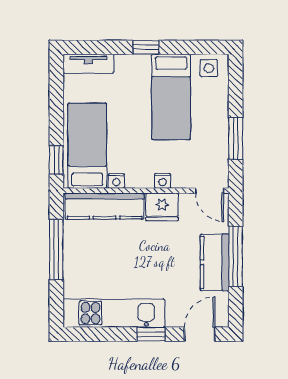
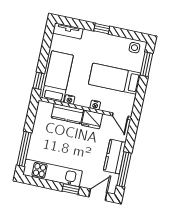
bed: (171, 97) -> (115, 79), moved, turned 90
window: (236, 139) -> (146, 64), moved
kitchen counter: (105, 206) -> (67, 114), width x0.67
window: (56, 249) -> (24, 149), moved
window: (236, 256) -> (124, 169), moved

